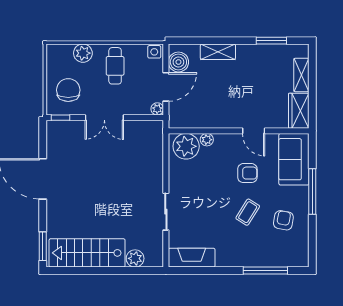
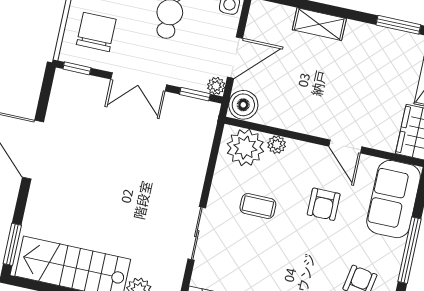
boiler: (178, 62) -> (243, 105), moved
window: (144, 118) -> (195, 94), added
armchair: (247, 173) -> (324, 204), turned 90
coffee table: (248, 212) -> (258, 206), moved, turned 58

